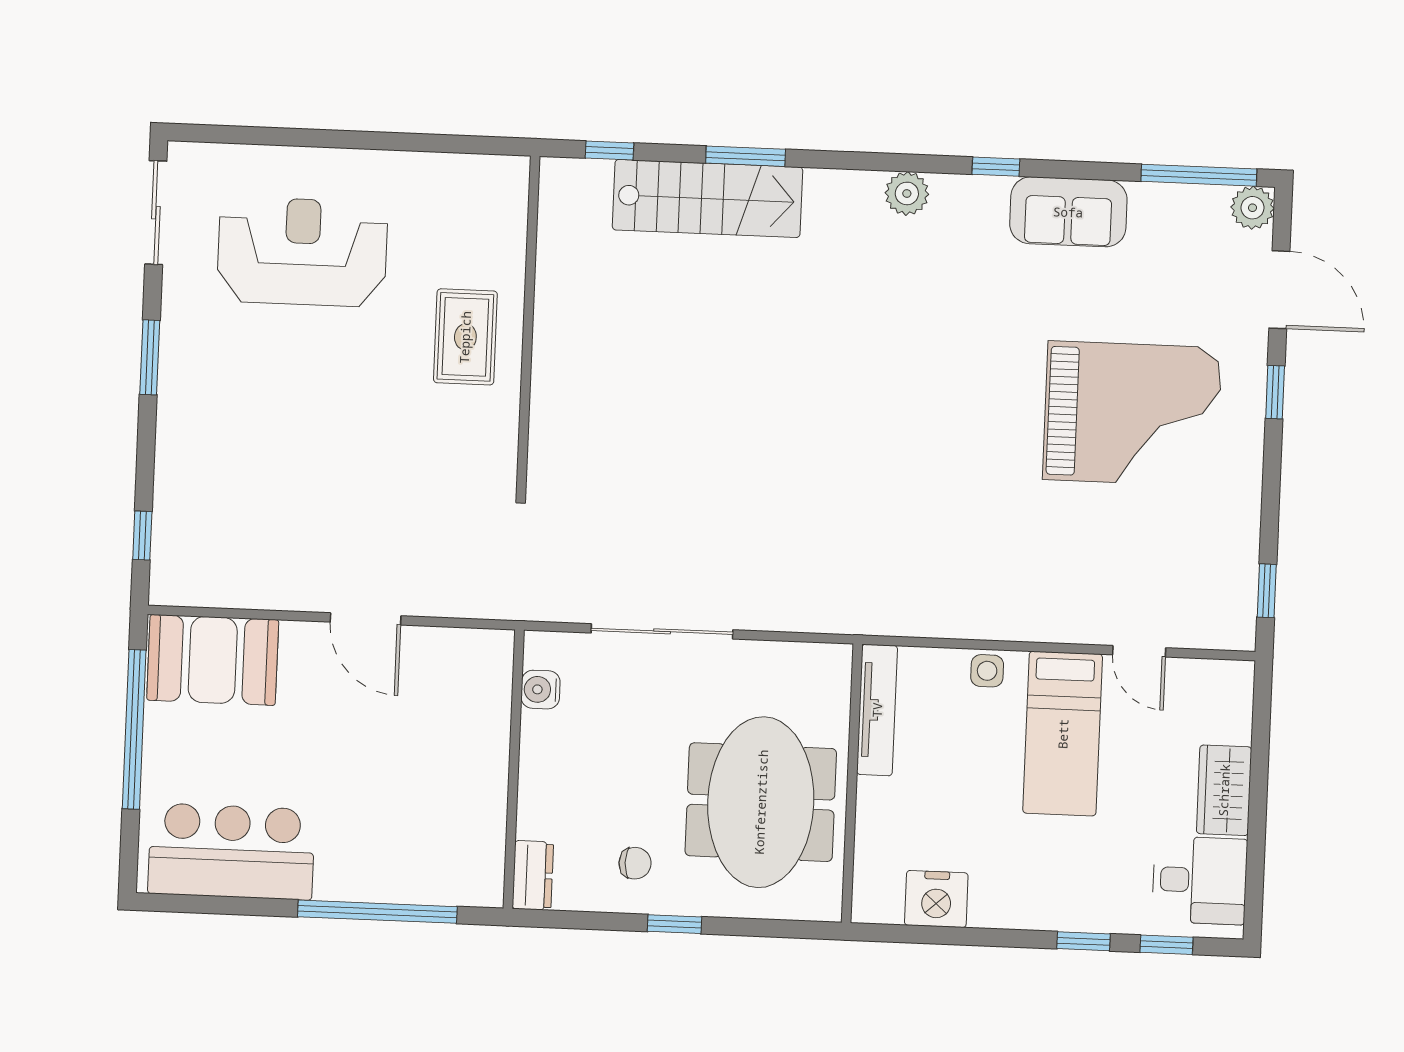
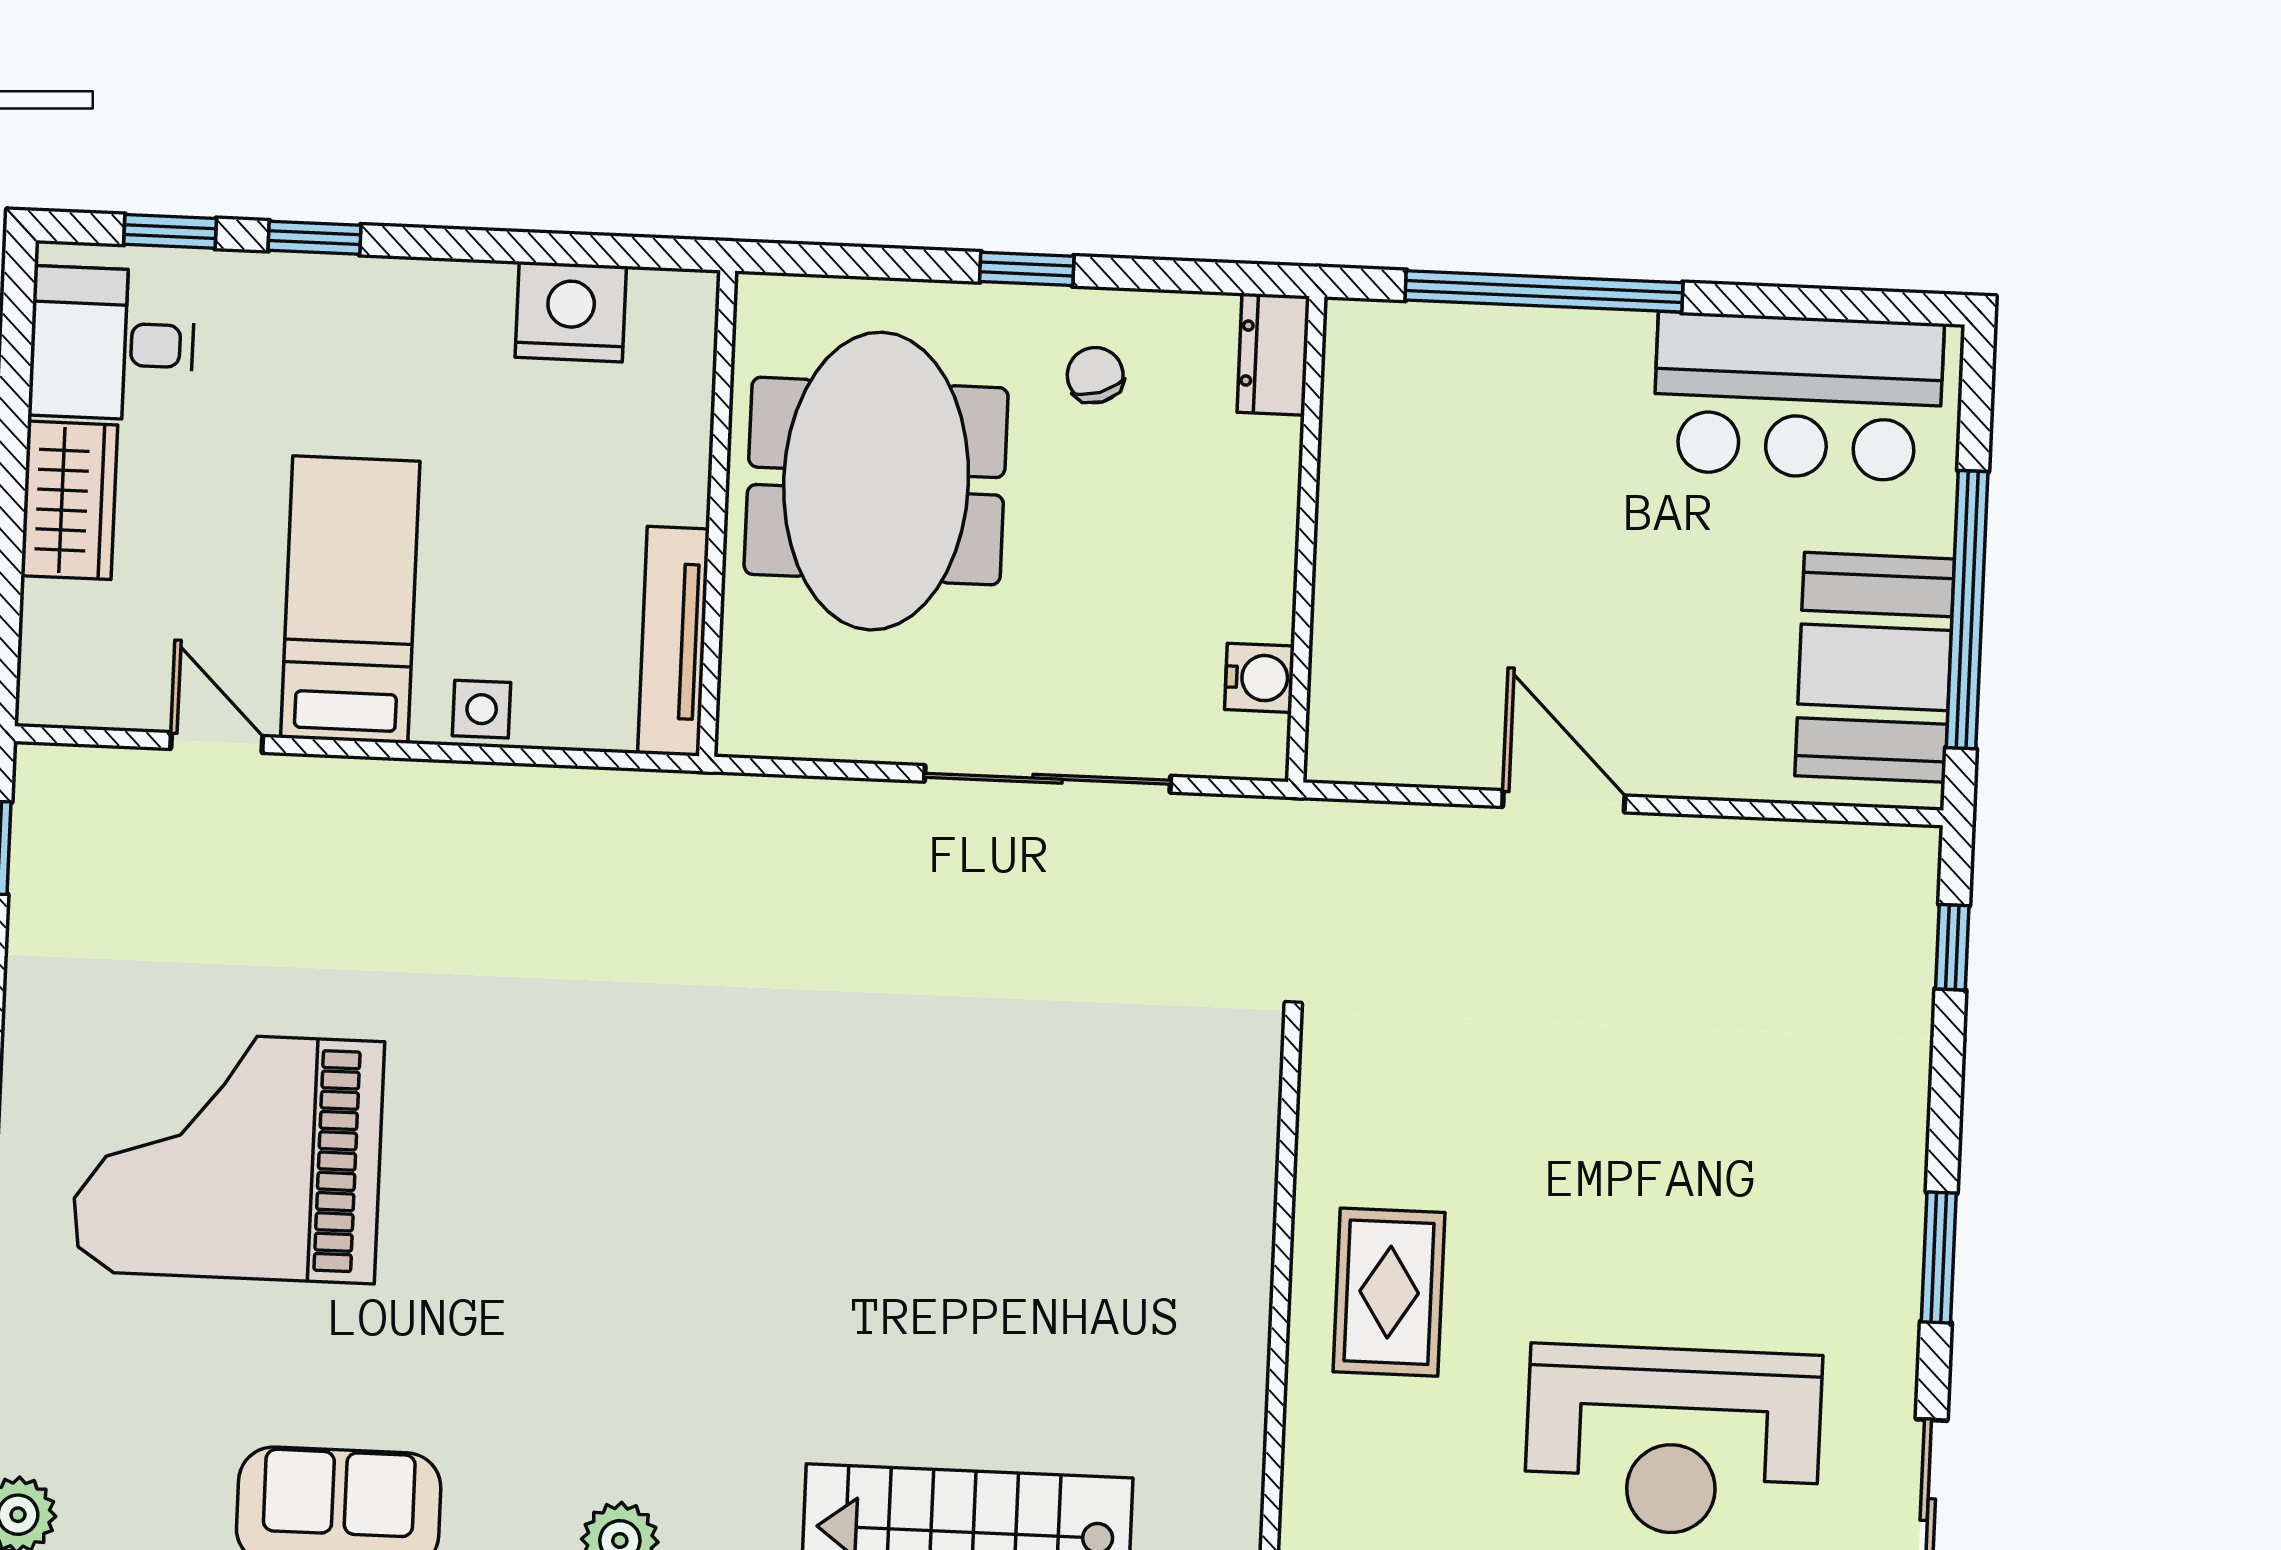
booth: (213, 660) -> (1875, 667), moved, turned 90
chair: (635, 863) -> (1095, 375), turned 72

